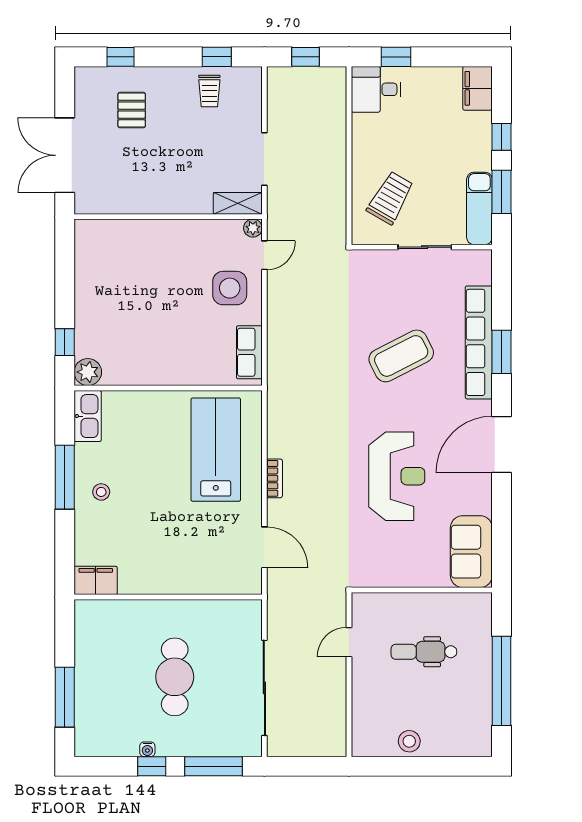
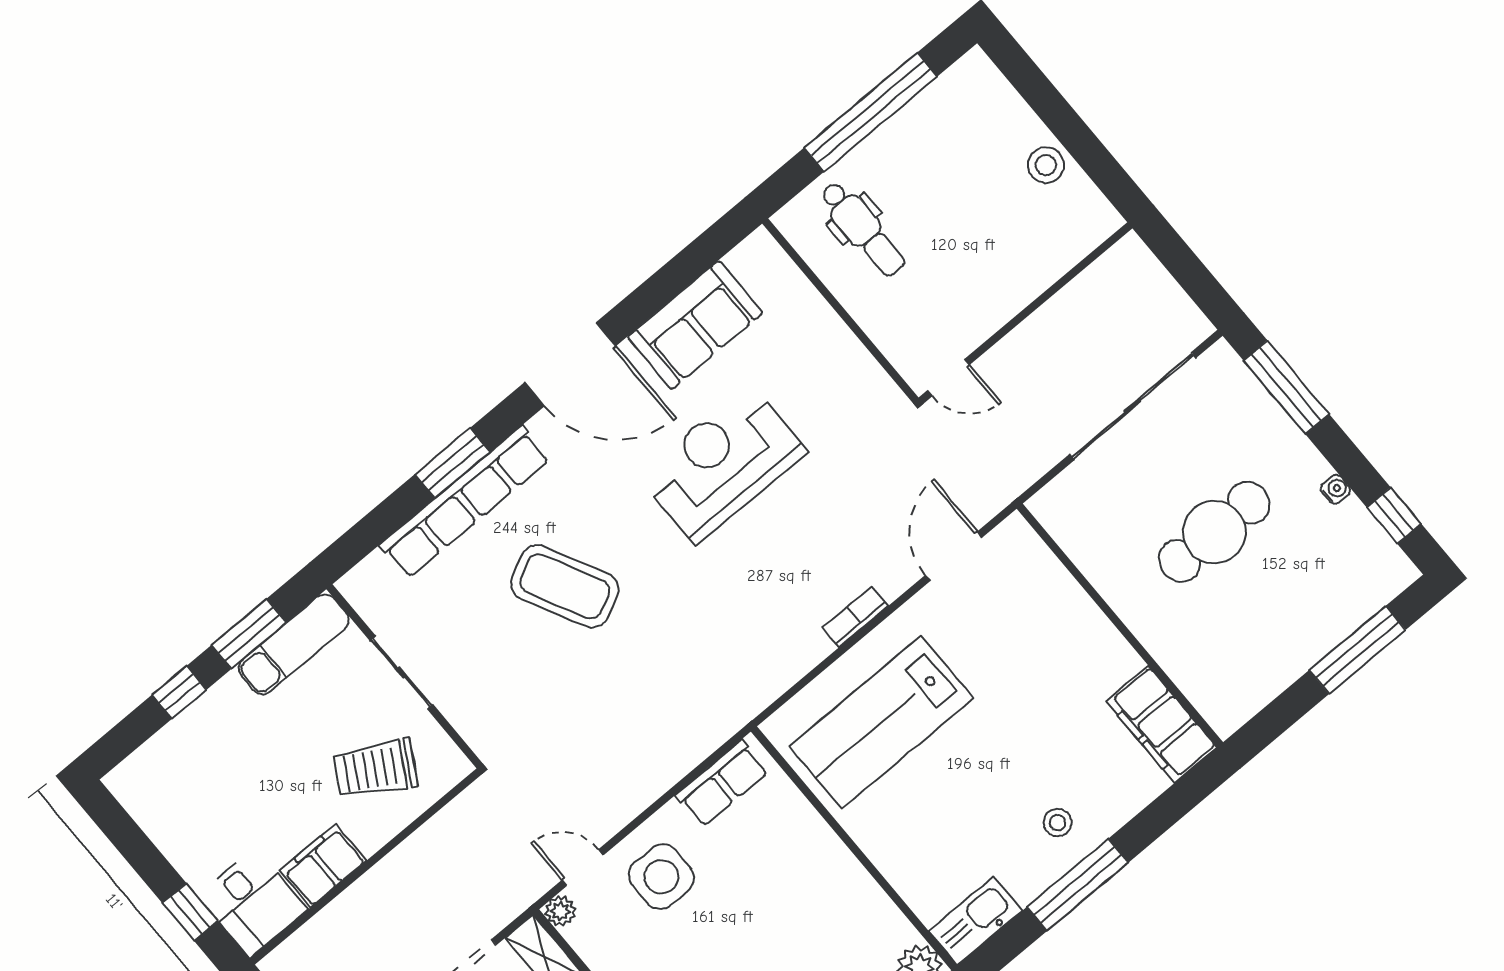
filing cabinet: (478, 88) -> (323, 866), moved, turned 180
sofa: (471, 552) -> (695, 325), moved
filing cabinet: (96, 580) -> (1161, 724), width x1.50, depth x1.17
door: (349, 642) -> (948, 378), moved
dental chair: (424, 652) -> (863, 229), moved
window: (152, 766) -> (1394, 516), moved

